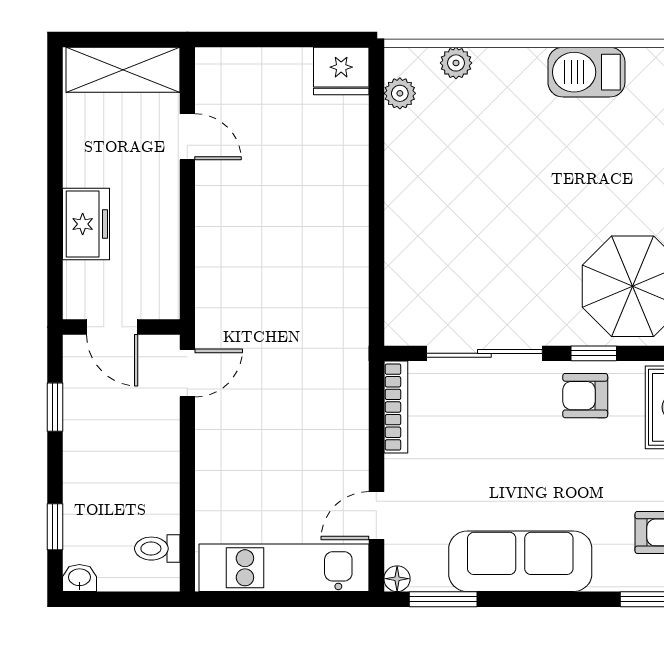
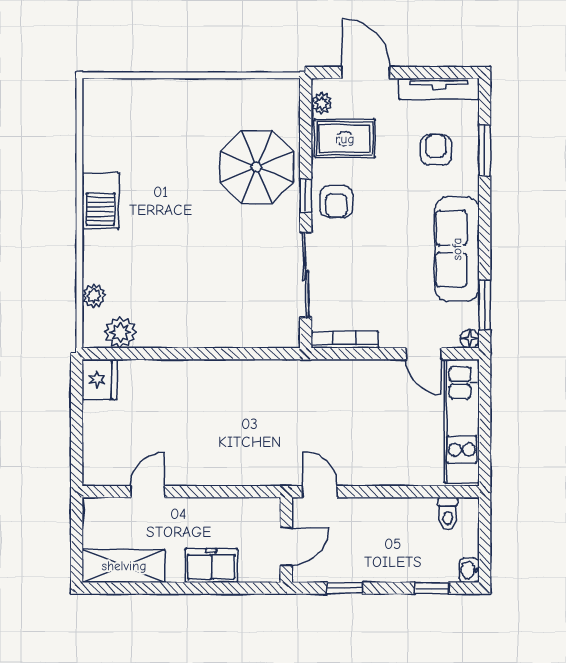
shelving: (123, 70) -> (124, 566), moved, turned 90
plant: (400, 93) -> (120, 332), width x1.38, depth x1.38

